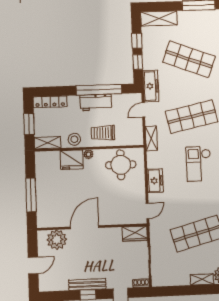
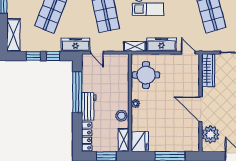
workbench: (96, 103) -> (89, 106), moved
trolley: (103, 133) -> (117, 90), removed
shelving: (151, 138) -> (135, 46), moved
fridge: (72, 160) -> (140, 142), moved
freezer: (155, 181) -> (161, 45), width x1.40
wardrobe: (135, 234) -> (208, 70), width x1.50

